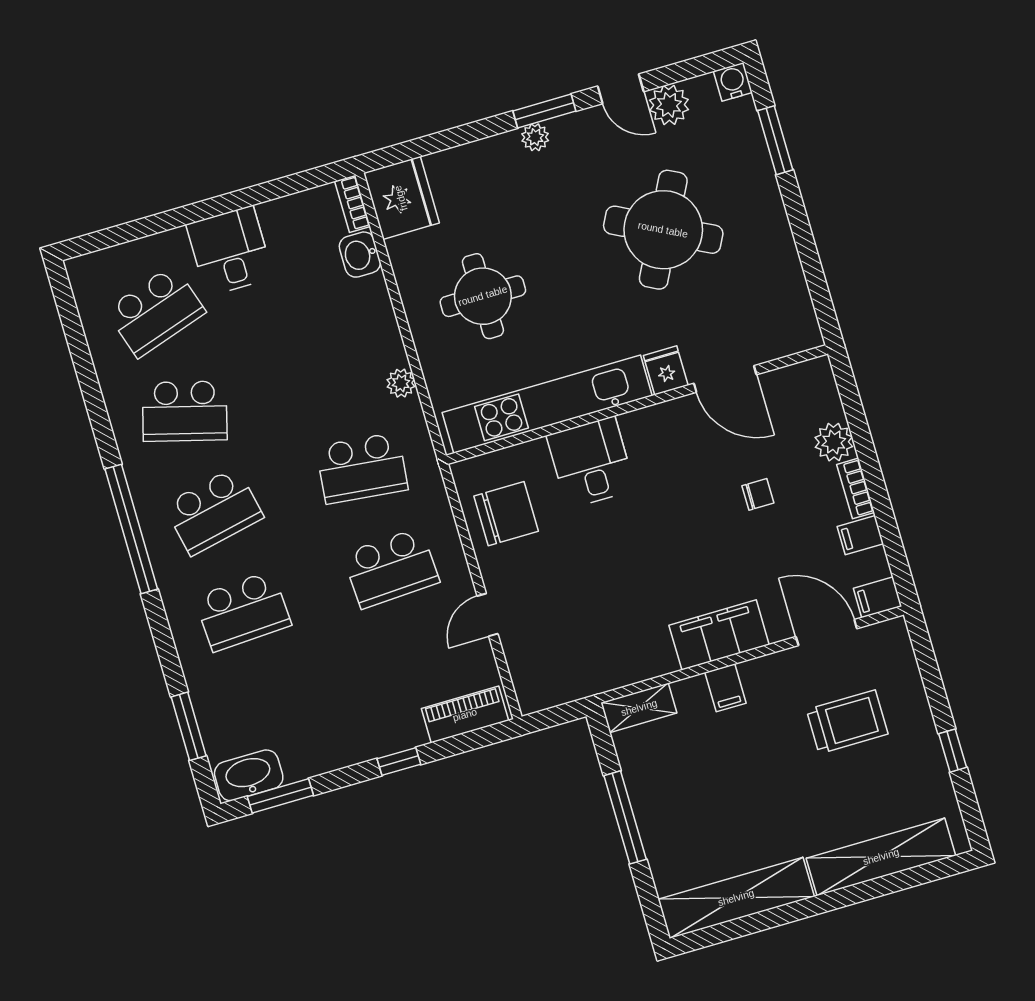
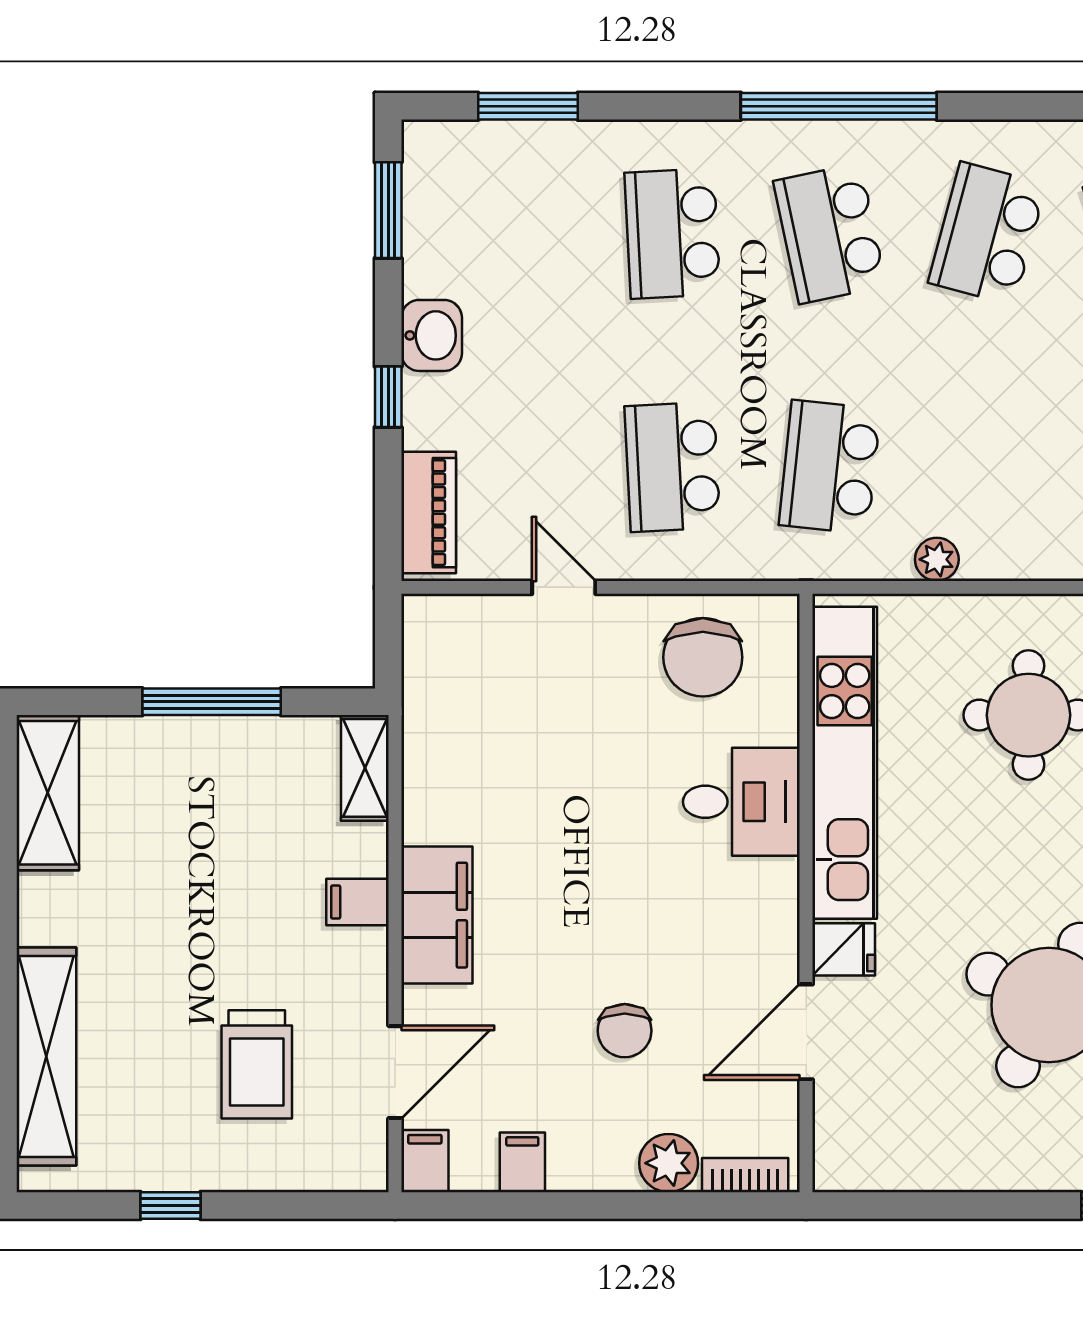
bookcase: (856, 488) -> (745, 1175), moved
chair: (758, 494) -> (625, 1031), width x1.37, depth x1.37
washbasin: (249, 775) -> (432, 335), moved, width x0.72
shelving: (736, 898) -> (48, 793), width x0.68

